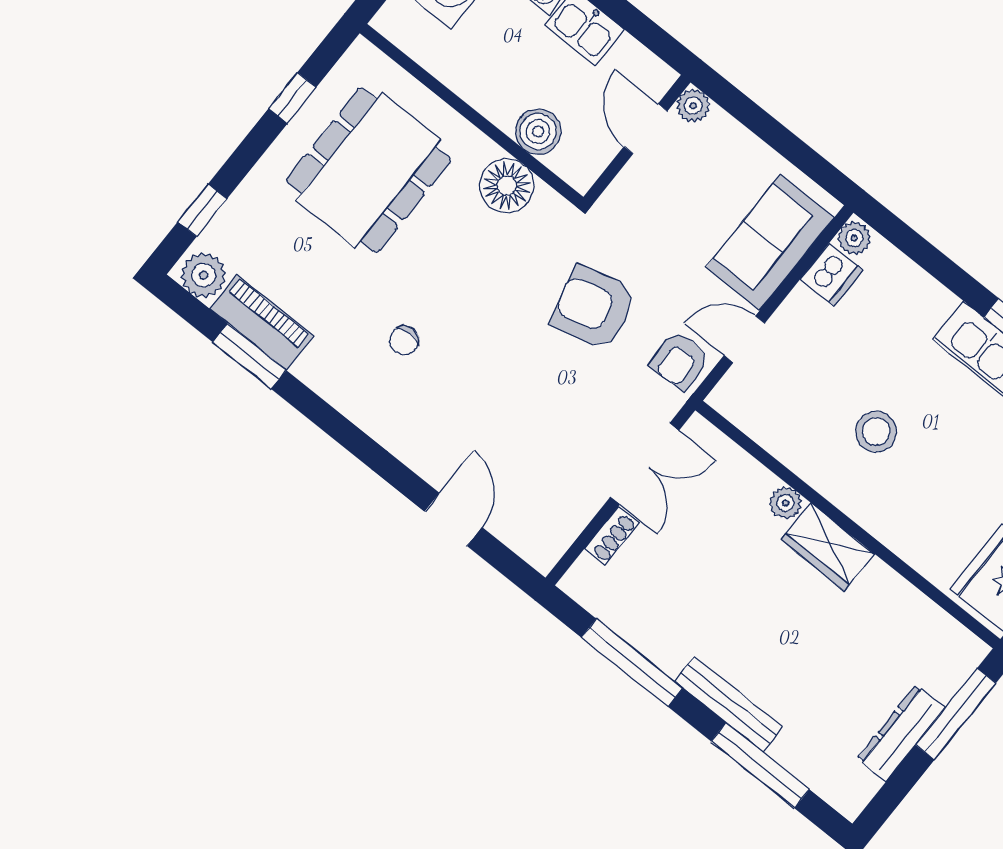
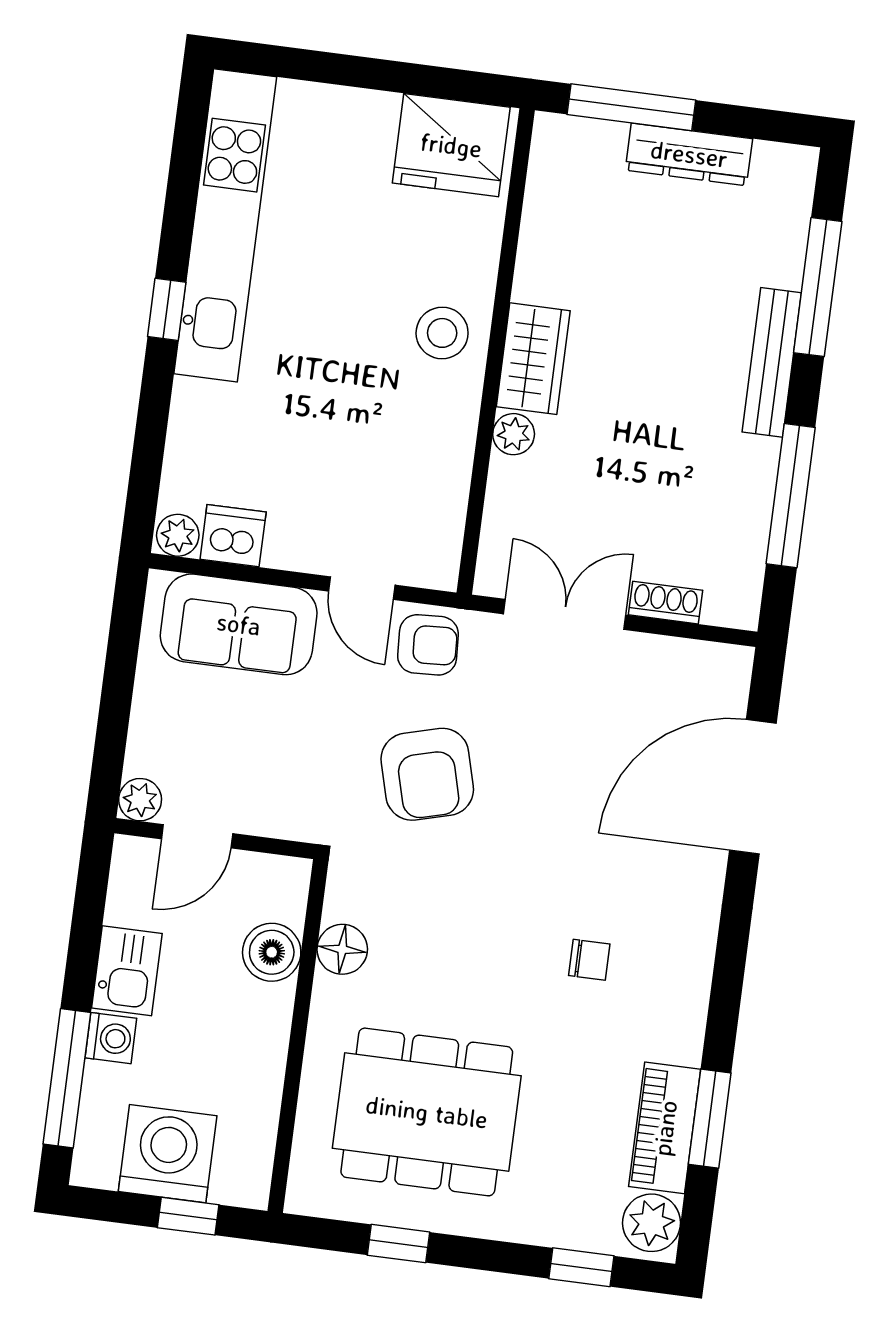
floor lamp: (507, 186) -> (342, 949), width x0.73, depth x0.73
stool: (876, 432) -> (442, 333), moved
door: (453, 519) -> (753, 787), width x1.87

